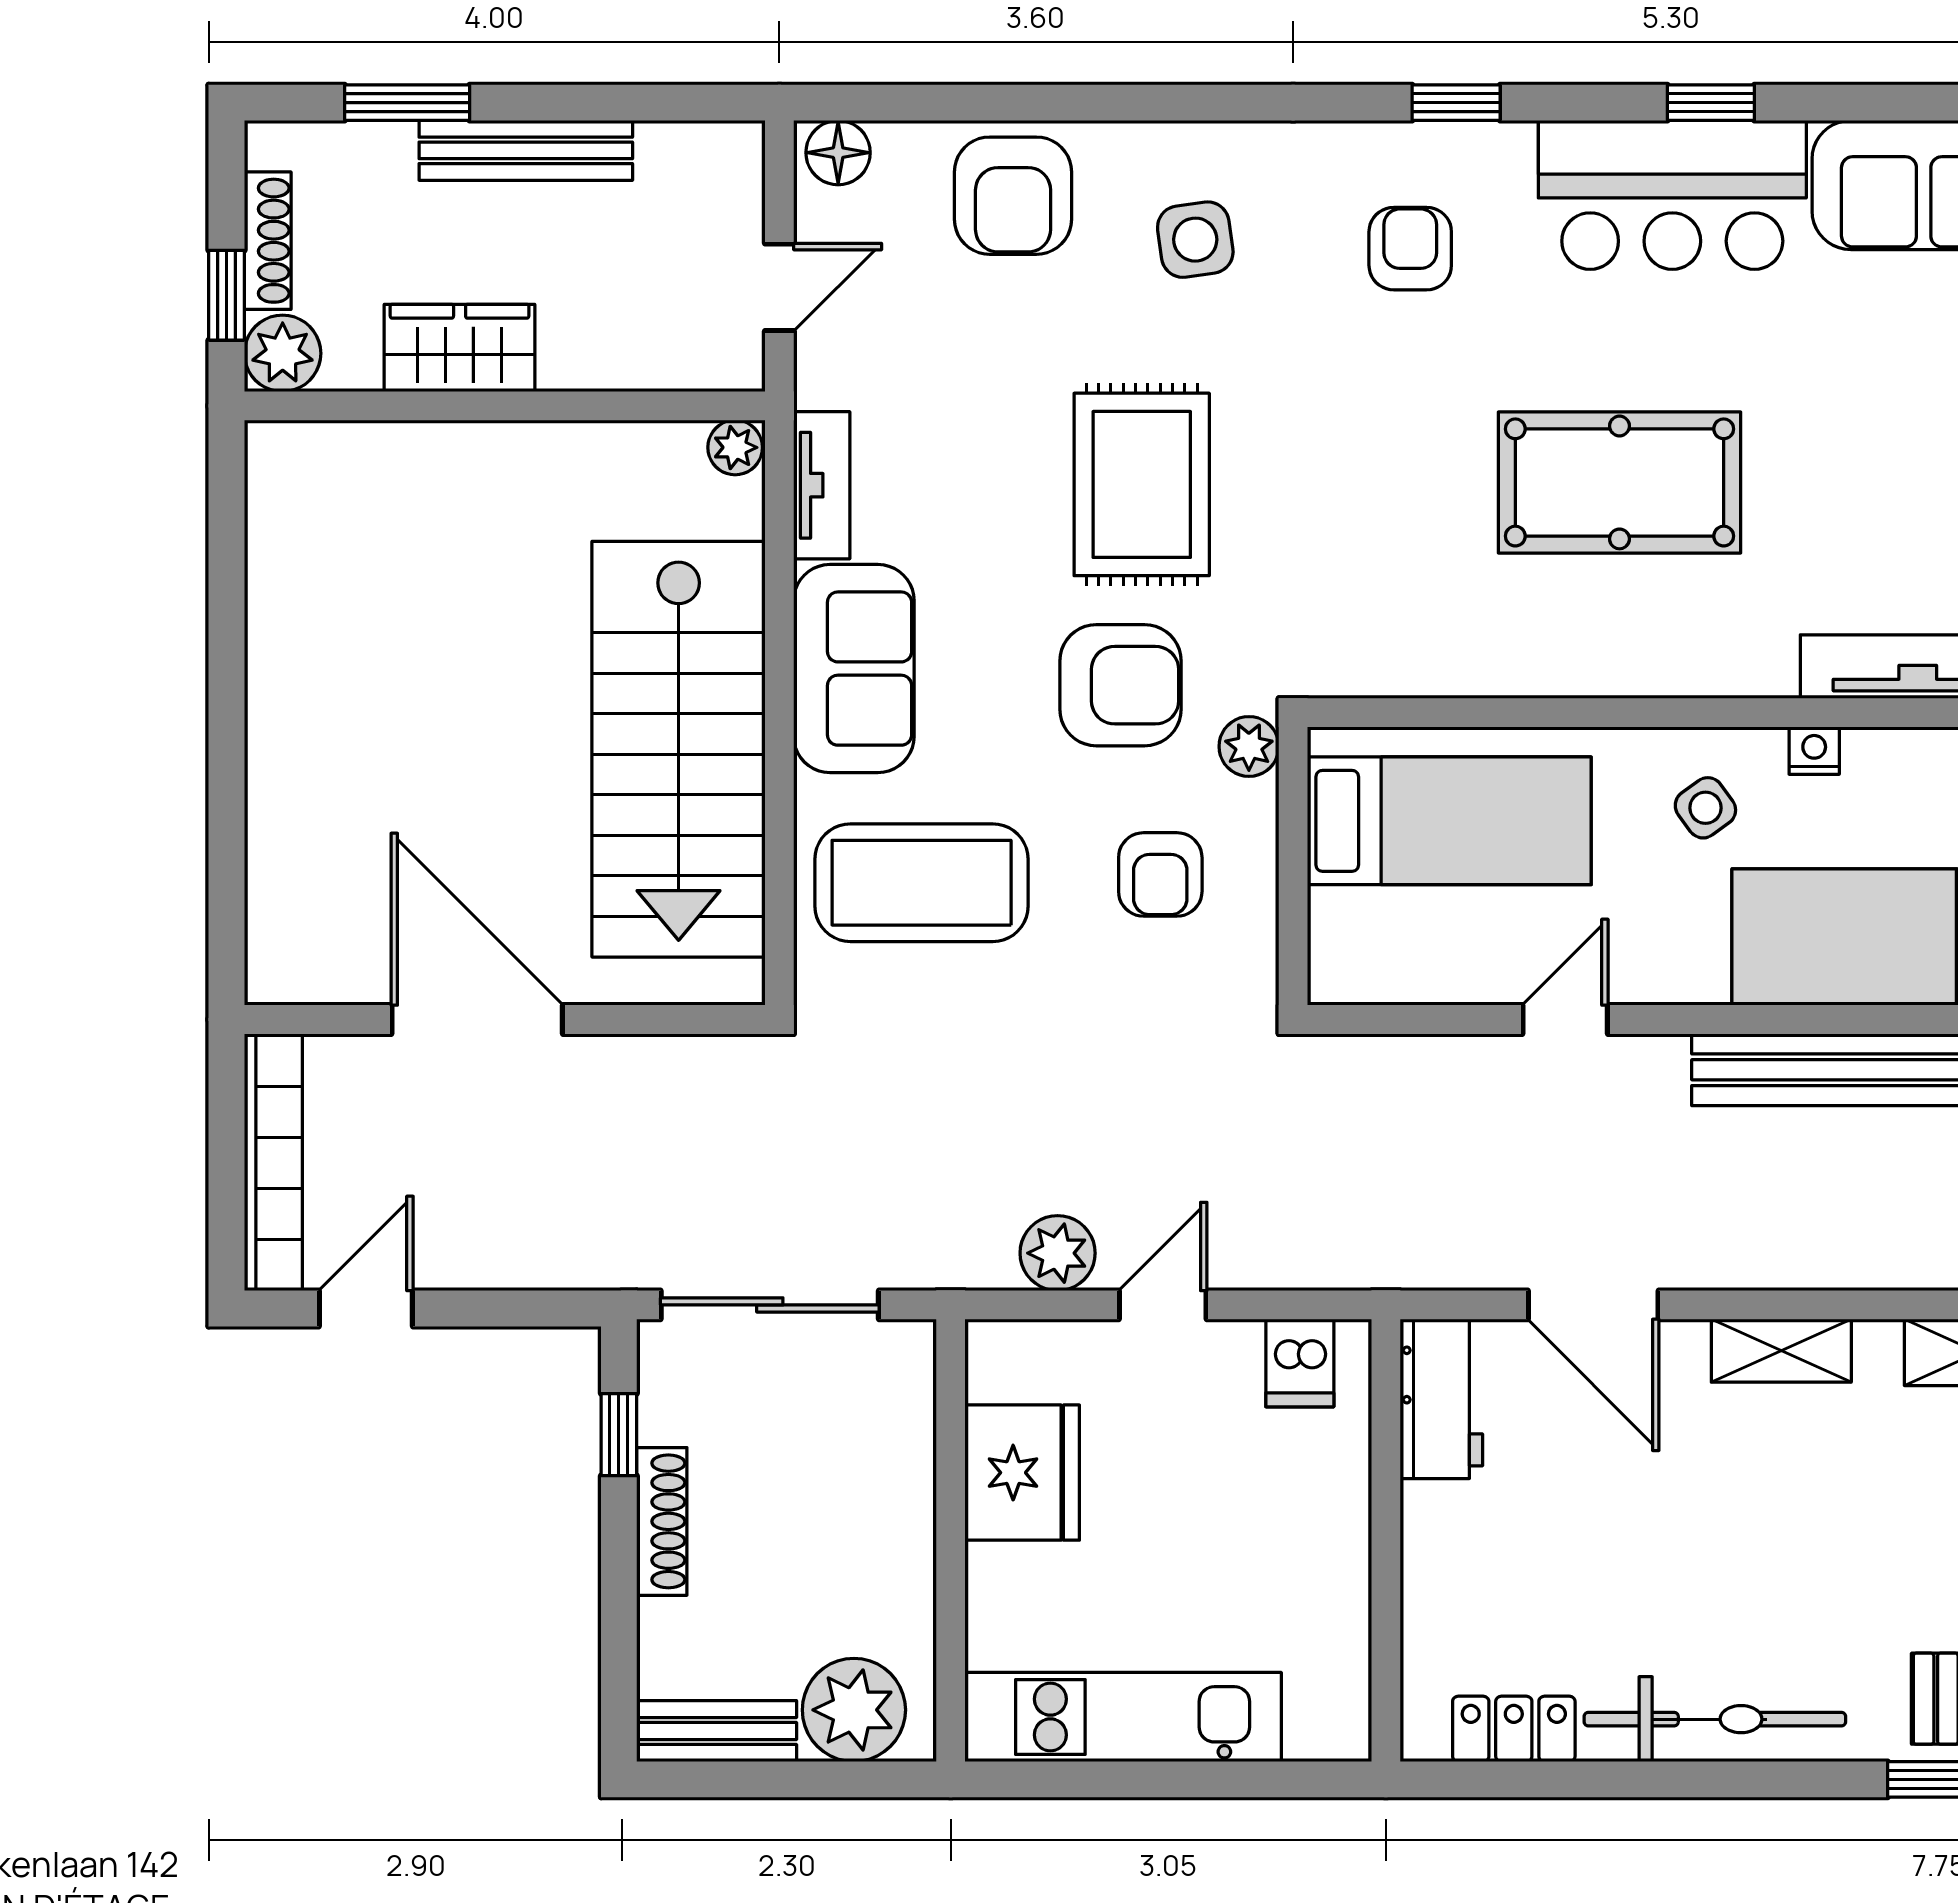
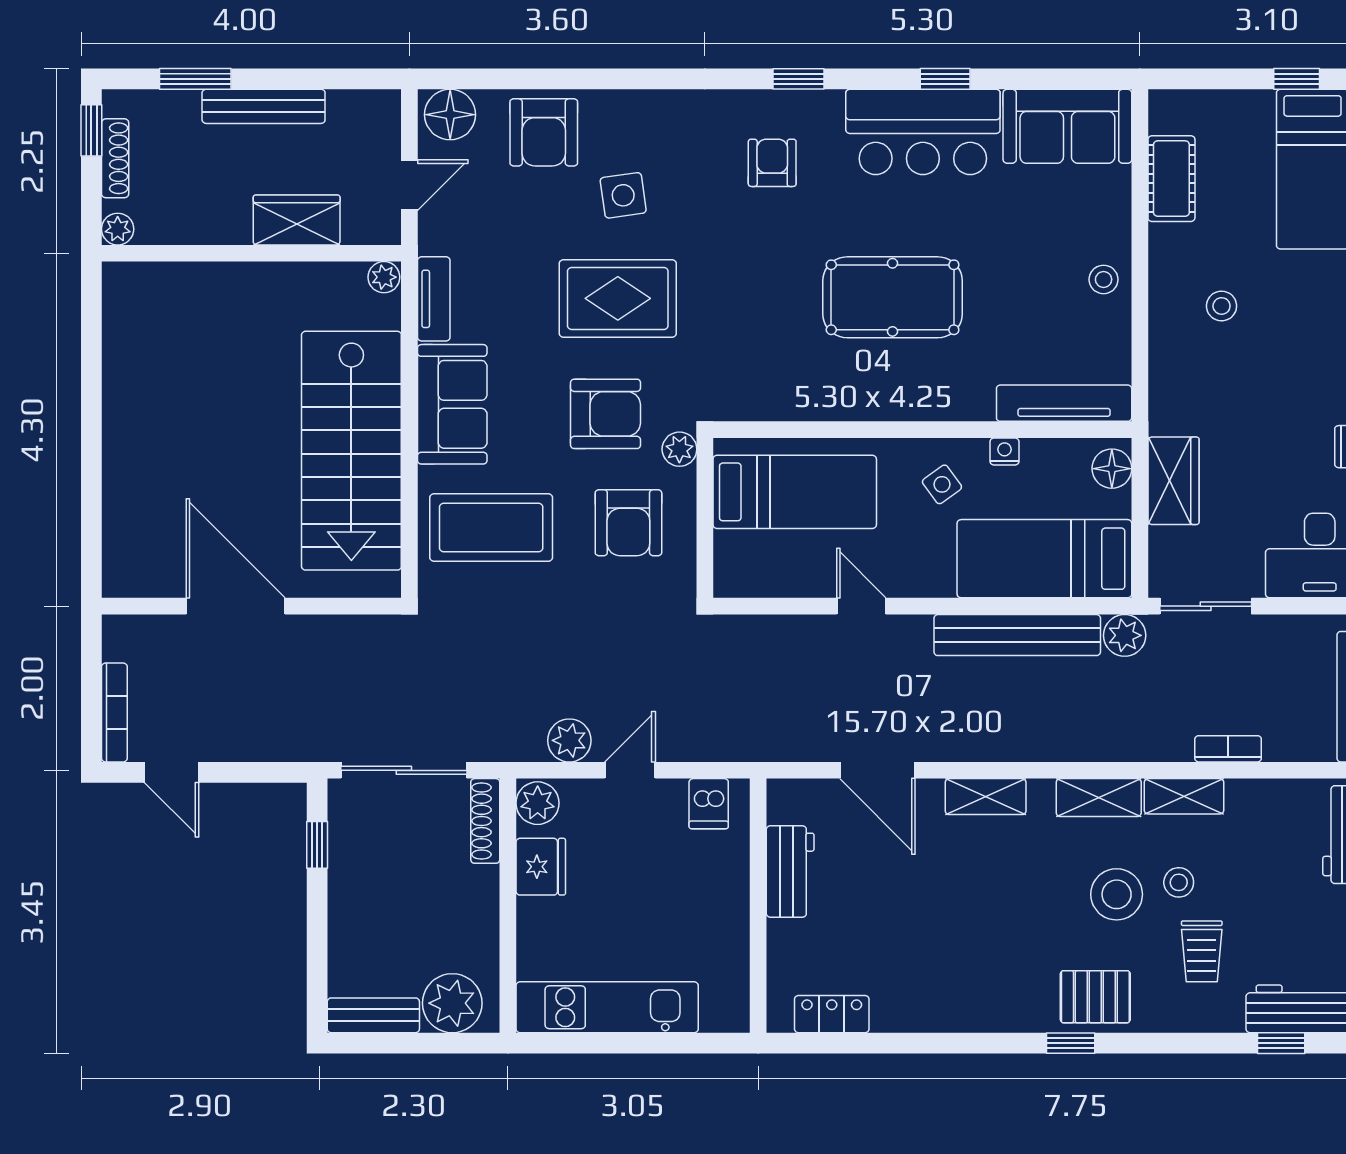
floor lamp: (838, 153) -> (450, 115), width x1.38, depth x1.38
side table: (1195, 240) -> (623, 195), moved
window: (226, 295) -> (91, 130), moved
wardrobe: (460, 348) -> (297, 220), moved
plant: (283, 353) -> (118, 229), width x0.73, depth x0.73
rug: (1142, 484) -> (618, 298), turned 90
armchair: (1160, 874) -> (628, 523), width x1.38, depth x1.38
door: (1565, 1020) -> (861, 606), hinge flipped
bookcase: (273, 1163) -> (114, 712), width x0.68, depth x0.76
door: (366, 1308) -> (172, 772), swing flipped
plant: (1002, 1362) -> (538, 803), added
workbench: (1441, 1399) -> (790, 872), moved
fridge: (1022, 1473) -> (541, 867), width x0.73, depth x0.75
shoe rack: (662, 1521) -> (485, 821), moved, turned 180
bicycle: (1715, 1719) -> (947, 1008), removed

